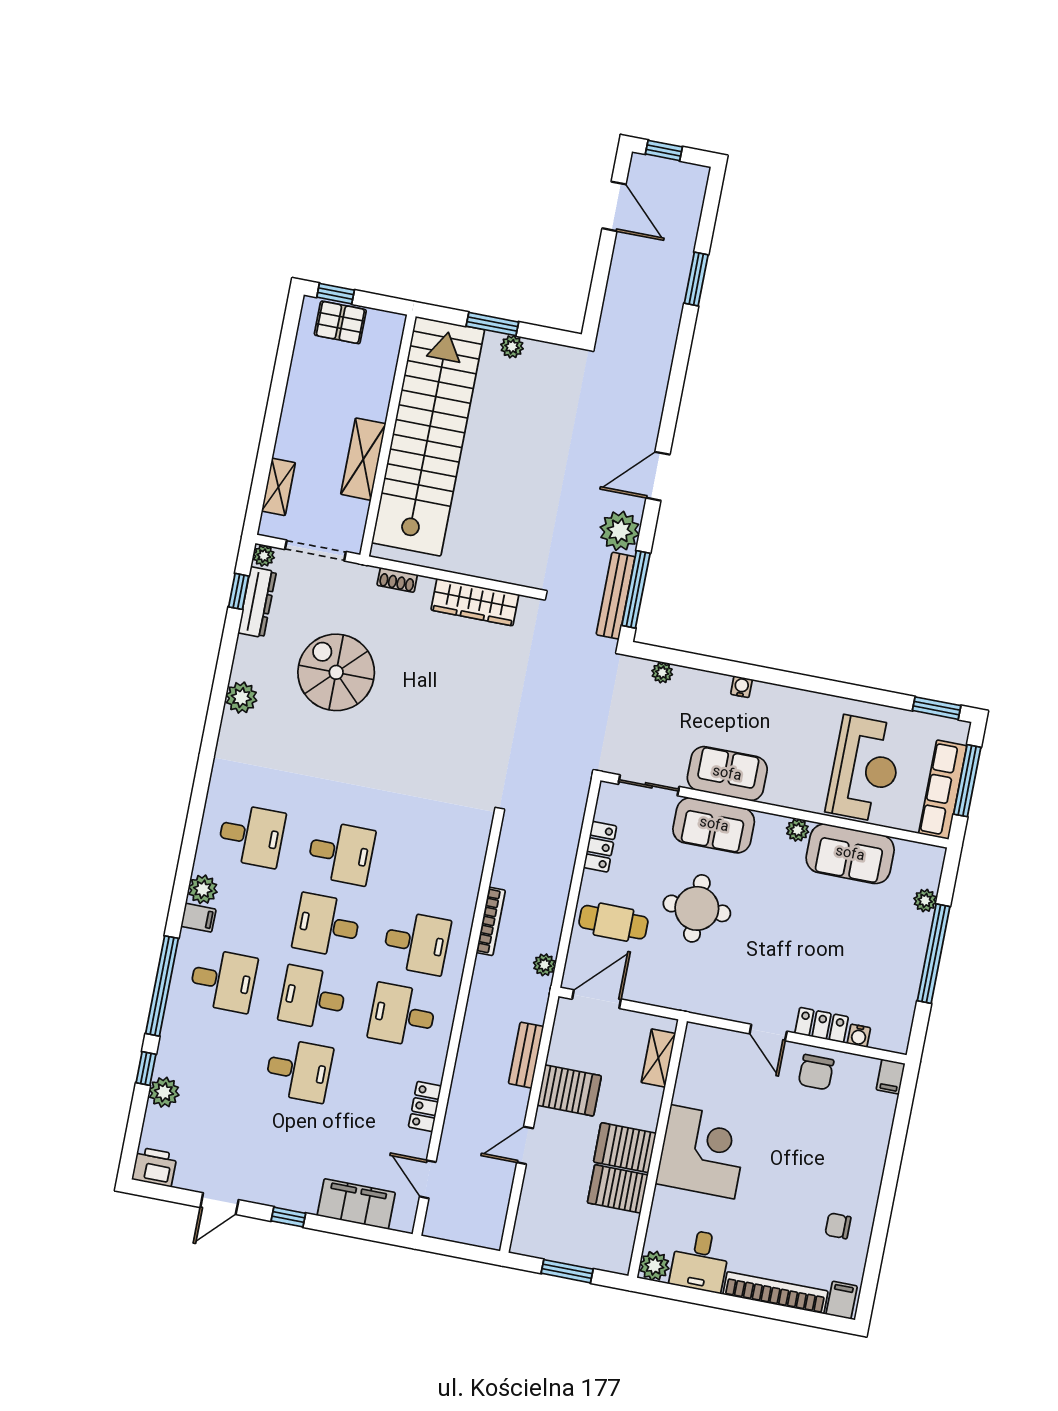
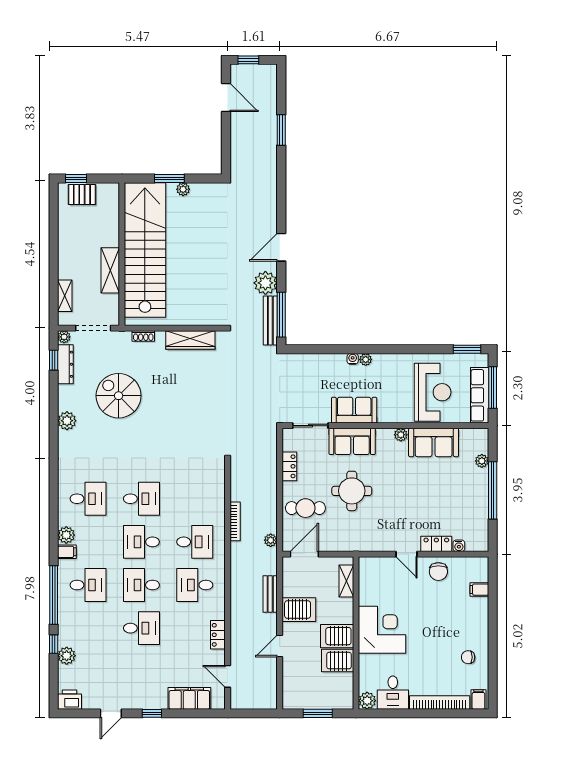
plant: (662, 673) -> (366, 359), moved
filing cabinet: (891, 1077) -> (479, 590), moved, turned 90

